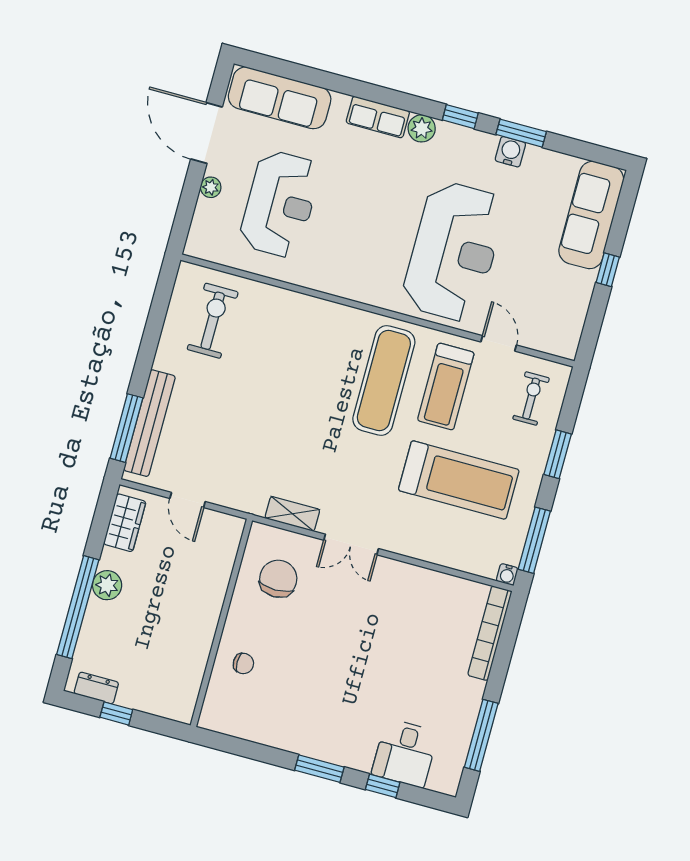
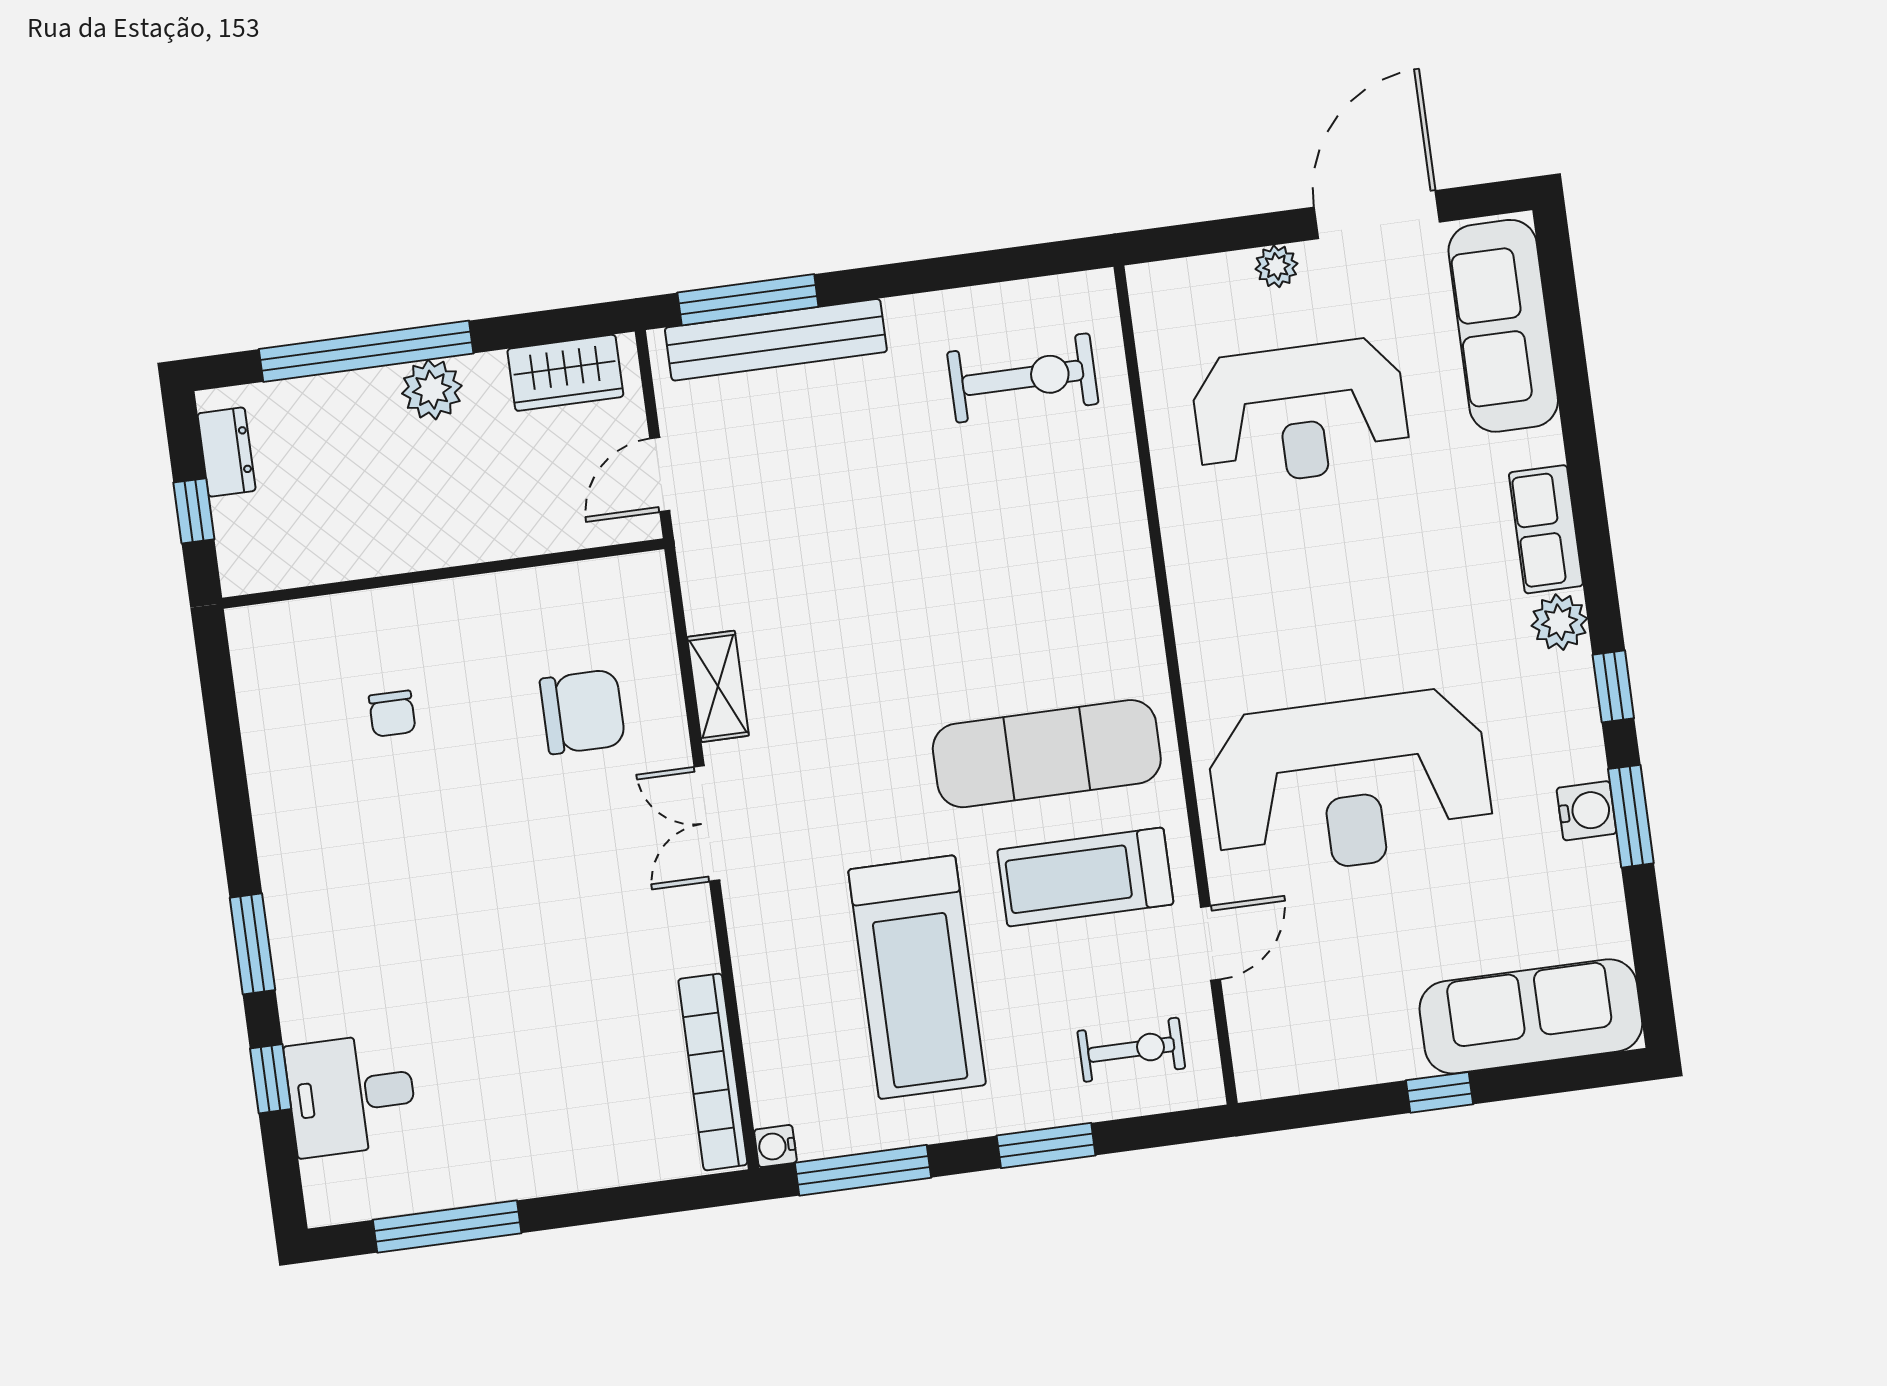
wall: (221, 623) -> (443, 573), moved
bookcase: (490, 633) -> (713, 1072), moved, turned -90

